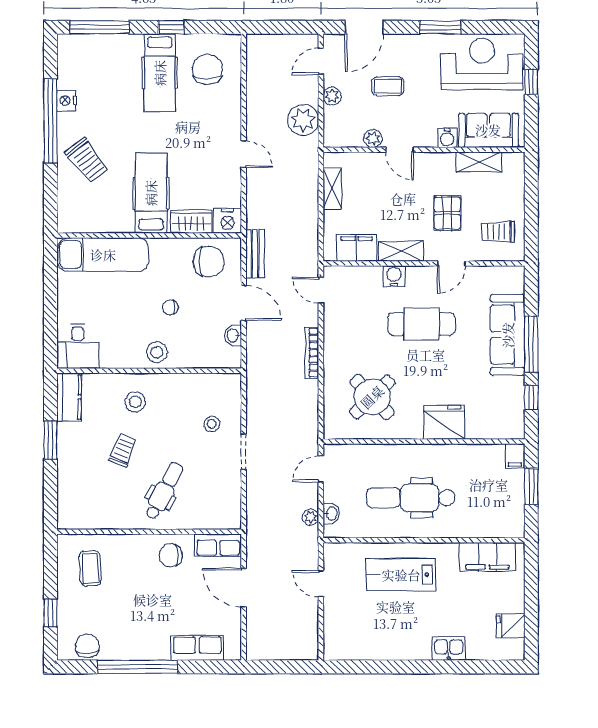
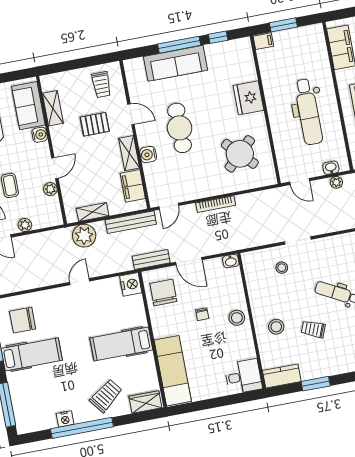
plant: (303, 120) -> (84, 236), moved
wardrobe: (191, 222) -> (145, 402), moved, turned 90
bench: (309, 236) -> (131, 222), added
door: (244, 303) -> (189, 261), swing flipped
washbasin: (233, 336) -> (231, 261), moved

